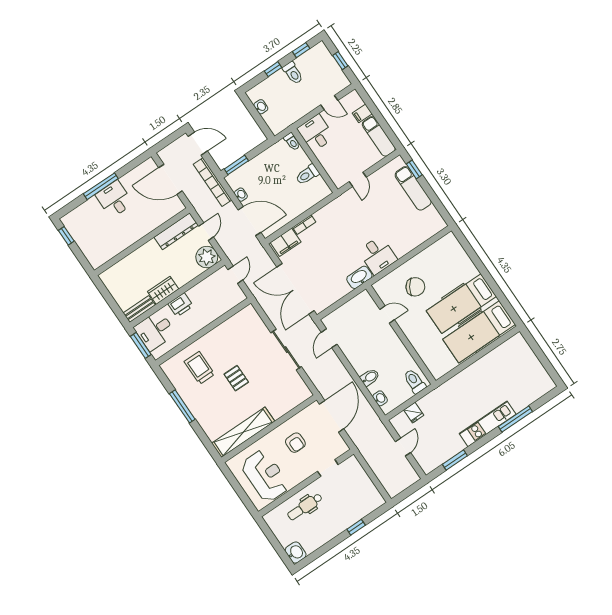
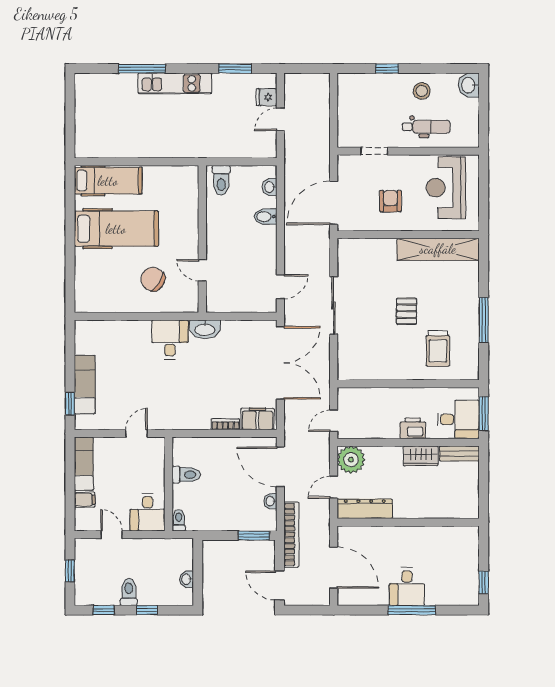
hospital bed: (479, 332) -> (108, 181), width x0.73, depth x0.78
fridge: (414, 413) -> (267, 97), moved, turned -90
stool: (324, 528) -> (422, 91), added

